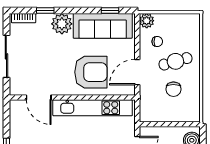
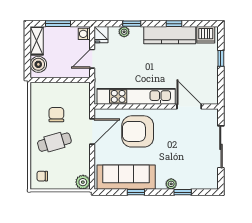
window: (110, 11) -> (136, 192), moved
bookcase: (24, 18) -> (204, 185), removed
plant: (62, 24) -> (171, 184), width x0.53, depth x0.53
chair: (157, 42) -> (42, 176), moved

